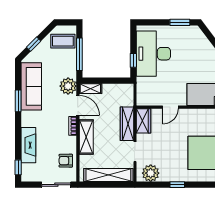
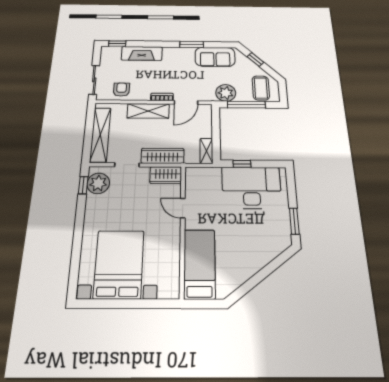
sofa: (31, 86) -> (215, 57), width x0.73
plant: (68, 86) -> (226, 93), moved
shelving: (90, 89) -> (206, 151), moved
window: (177, 185) -> (83, 185), moved

